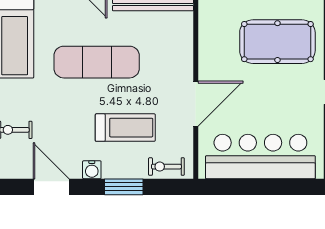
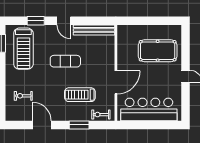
exercise mat: (97, 62) -> (65, 61), width x0.73, depth x0.69
treadmill: (125, 128) -> (80, 95), turned 180
water cooler: (92, 170) -> (63, 116), removed

